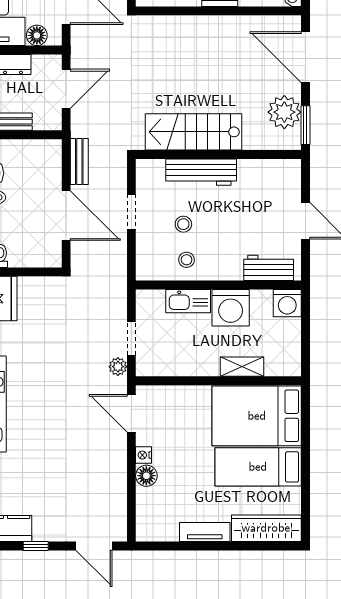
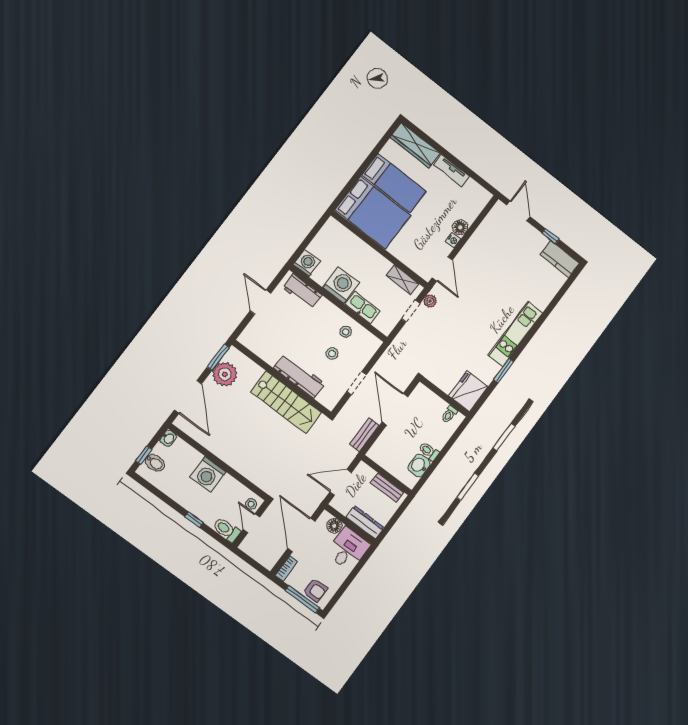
shelving: (242, 367) -> (402, 280), moved

